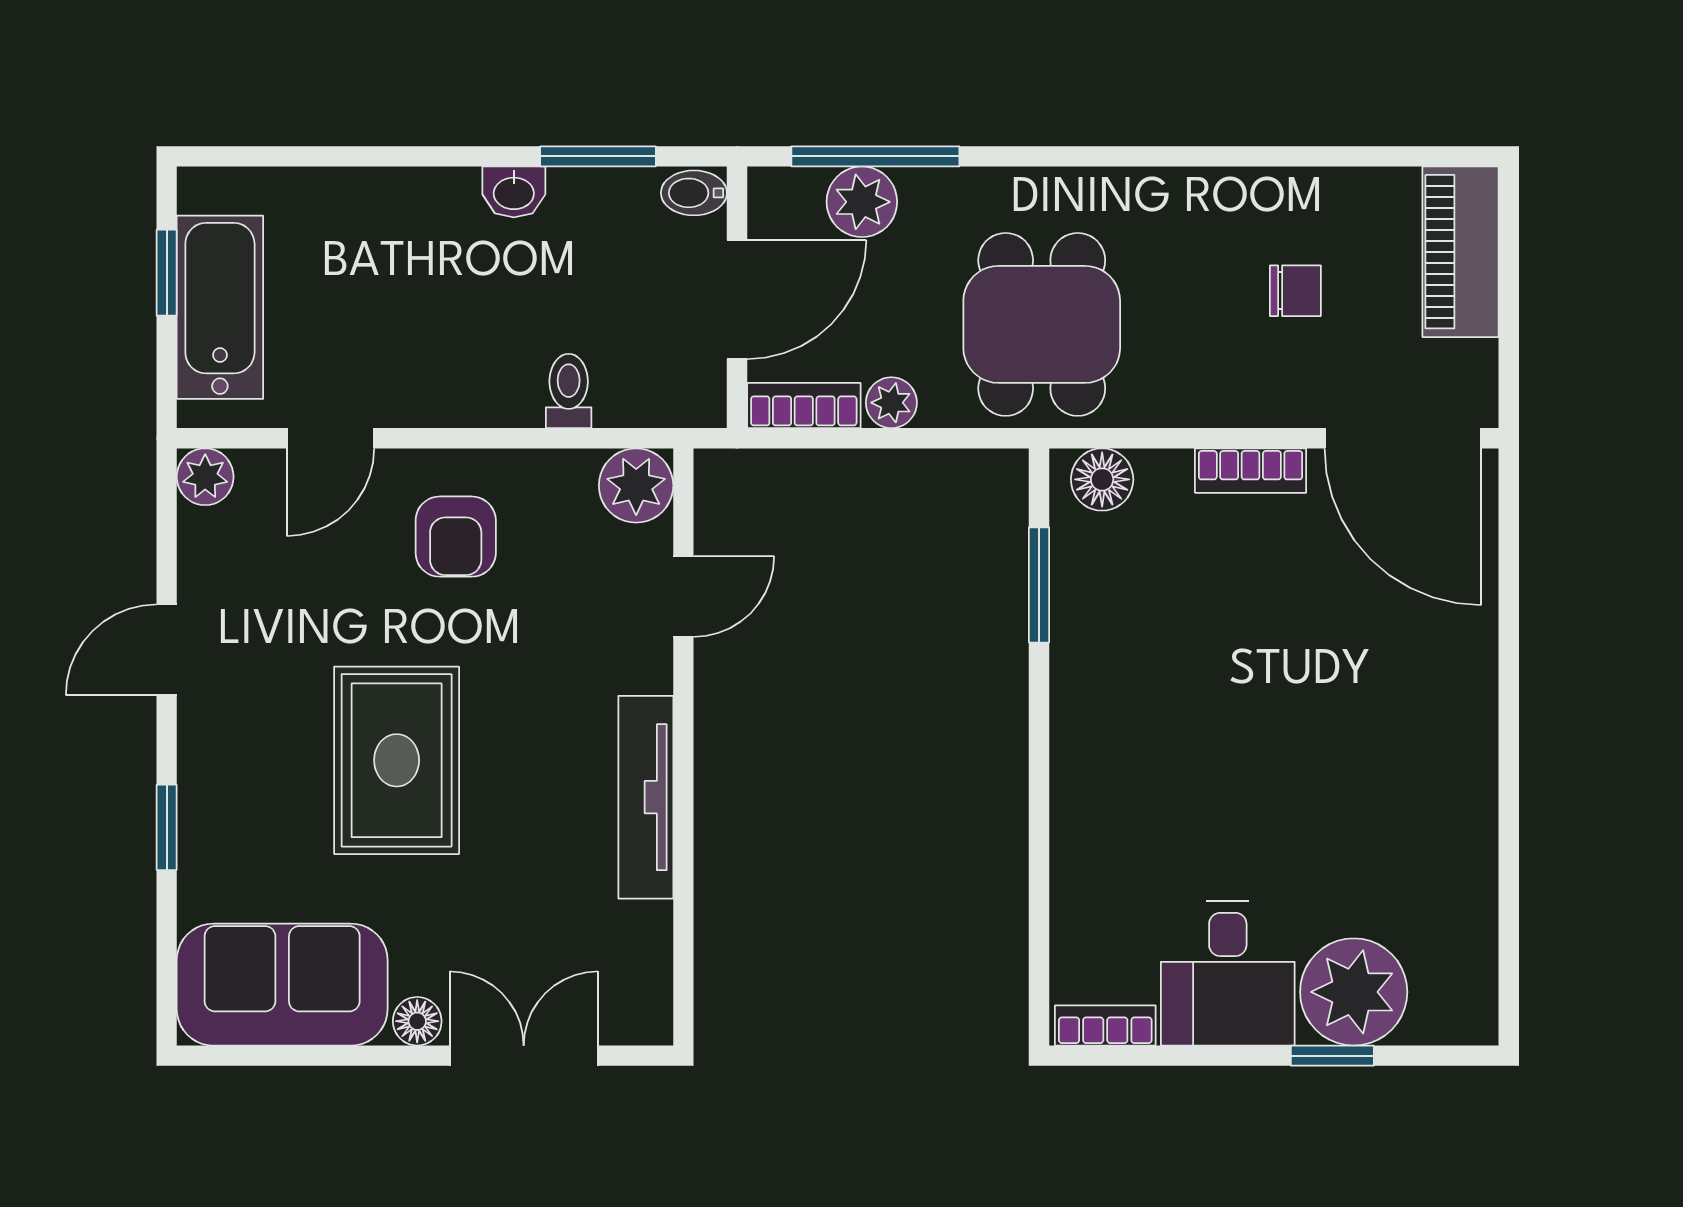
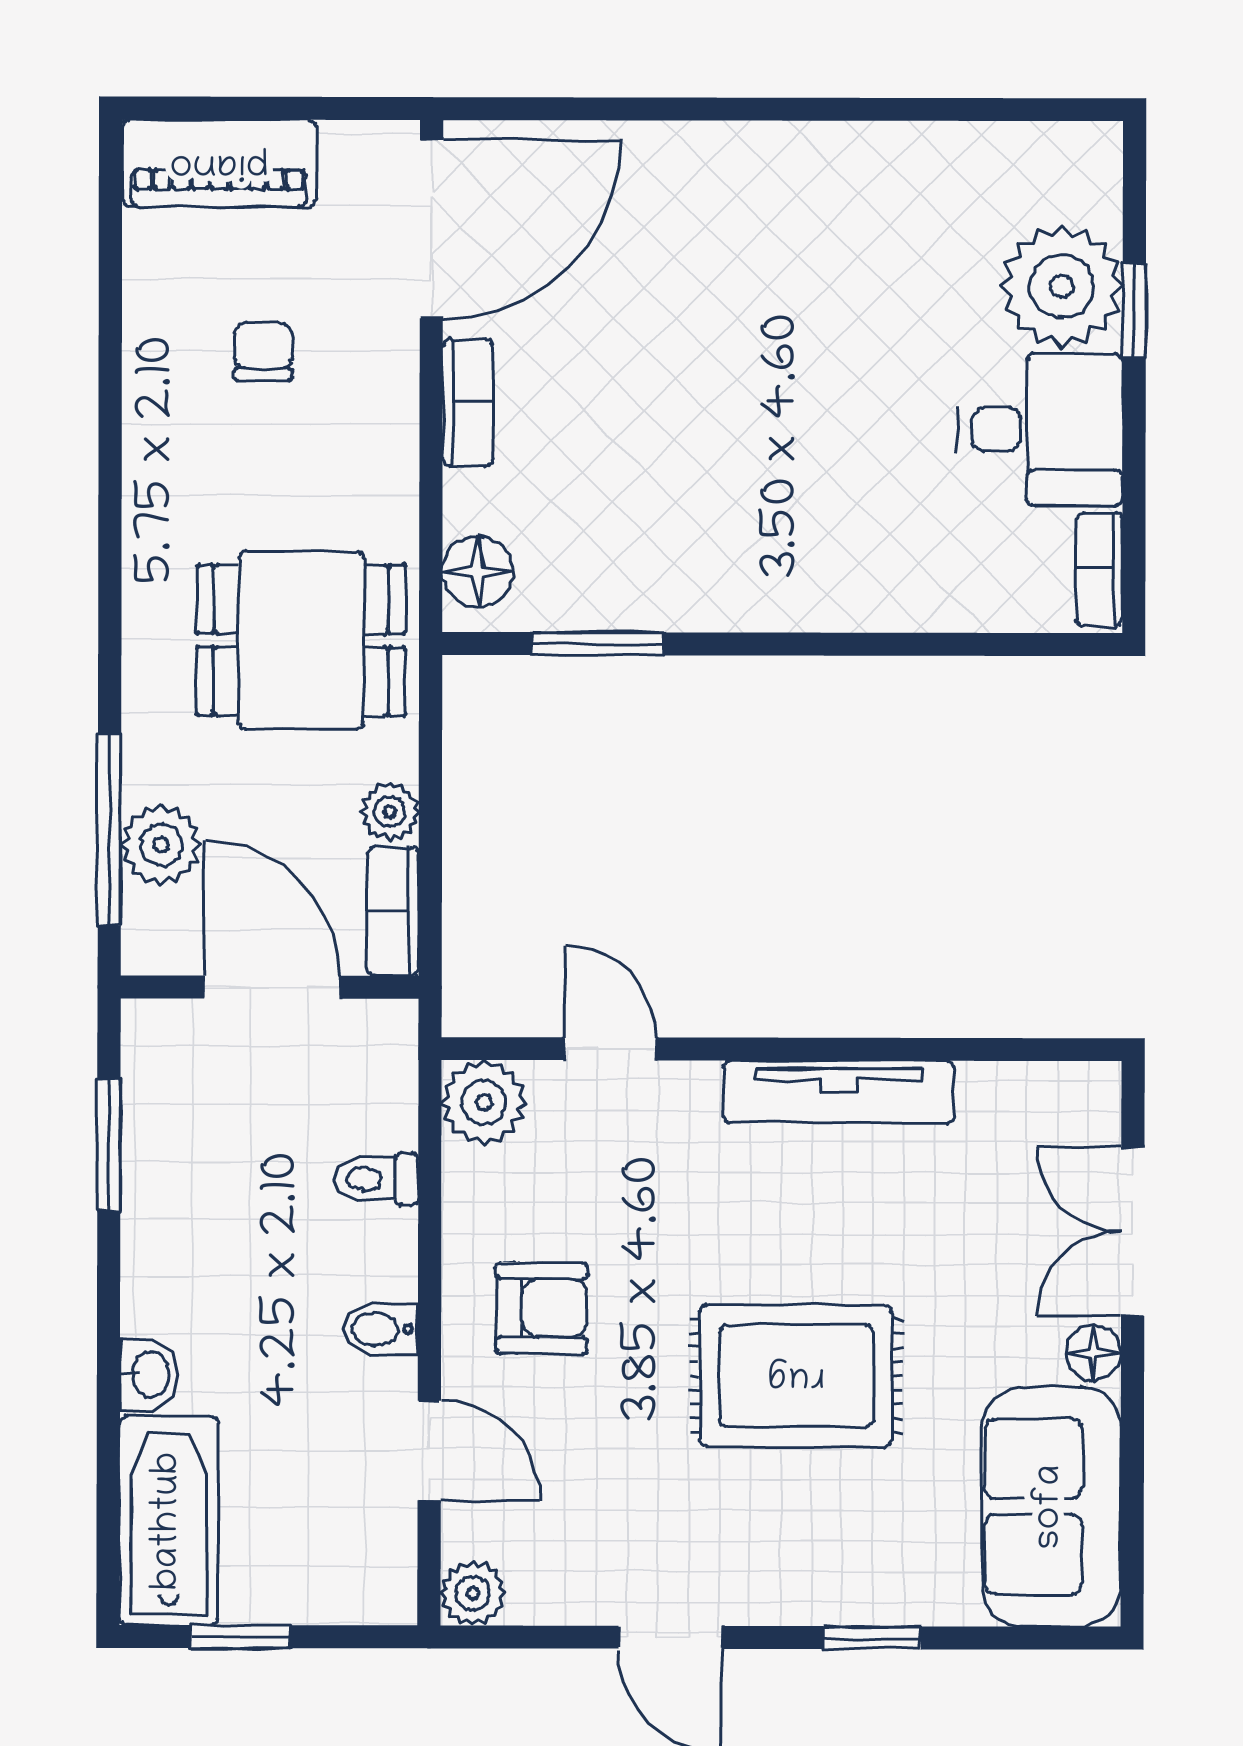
washbasin: (514, 192) -> (149, 1374), moved
bidet: (694, 193) -> (380, 1329), moved, turned 90
bathtub: (220, 307) -> (169, 1521), moved, turned 90

